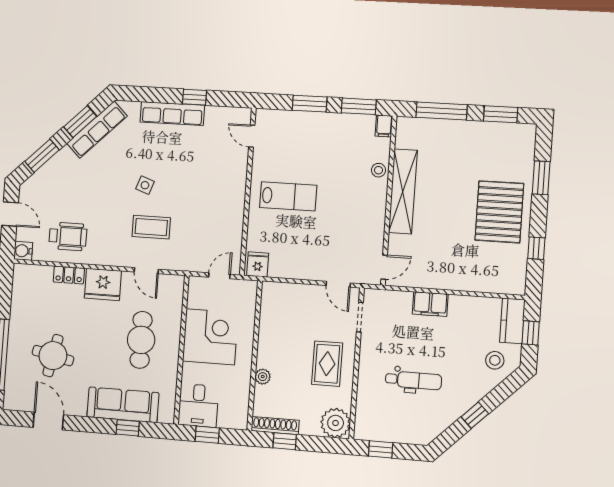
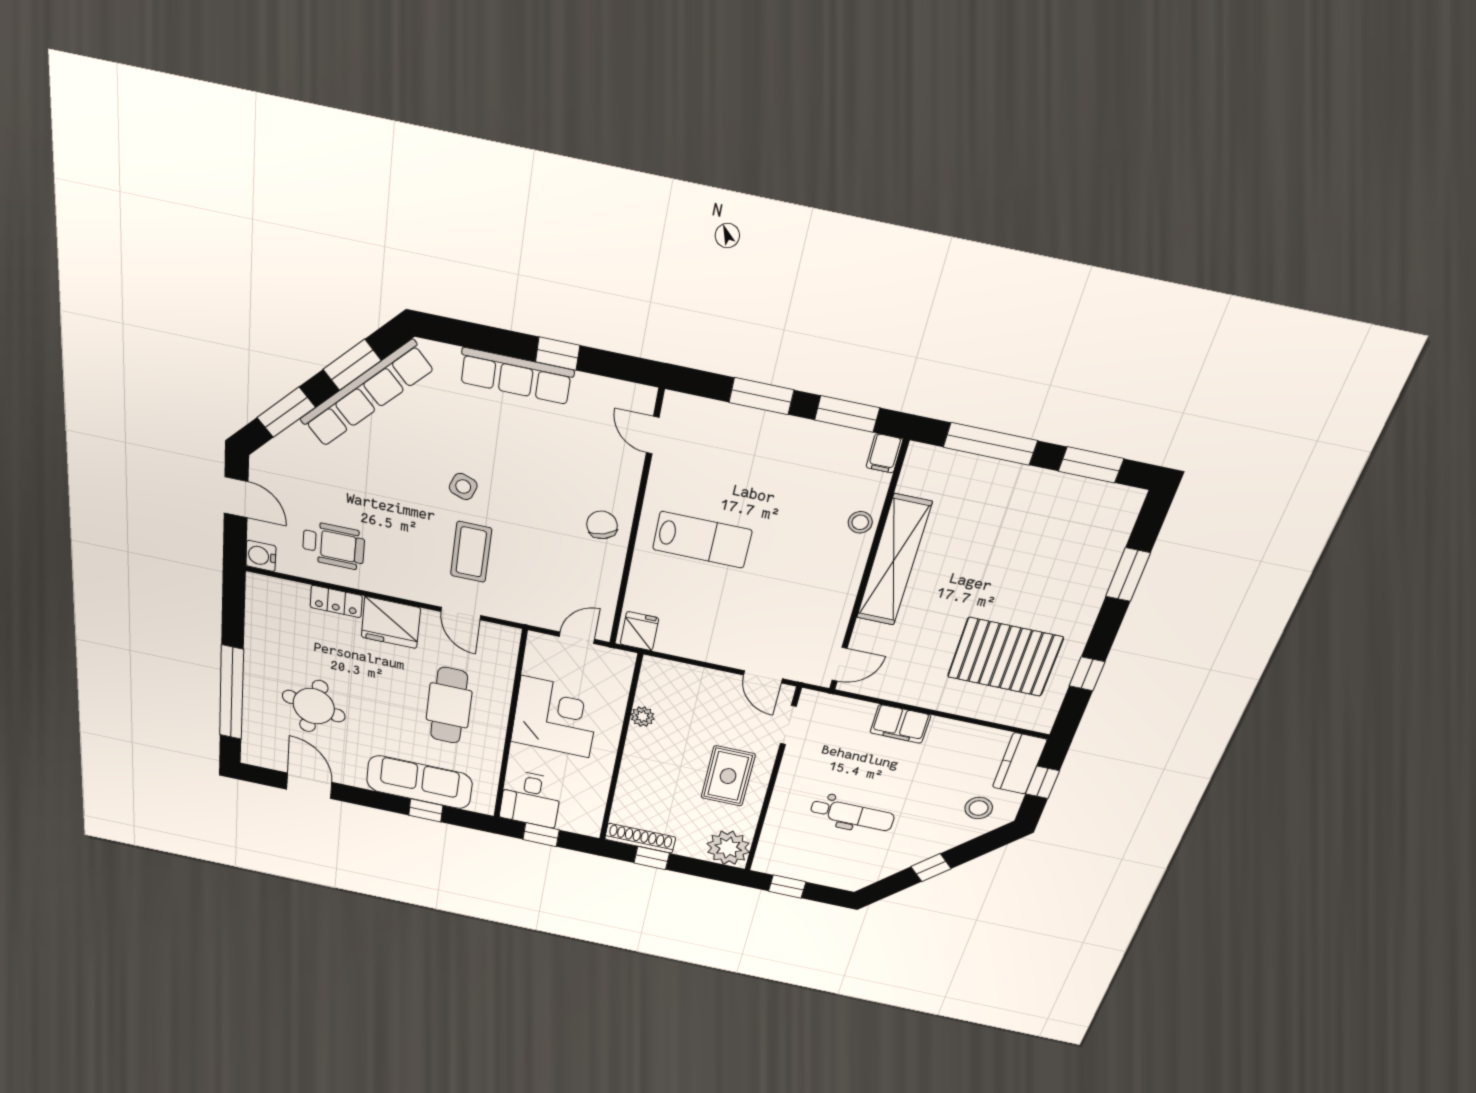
row of seats: (97, 130) -> (367, 394), width x1.36
chair: (228, 196) -> (602, 525), added
pallet: (499, 212) -> (1005, 657), moved, turned 90
coffee table: (151, 227) -> (471, 552), turned 90
plant: (263, 377) -> (643, 717), moved

